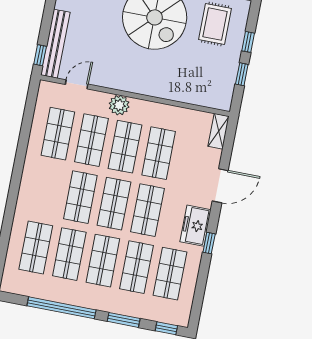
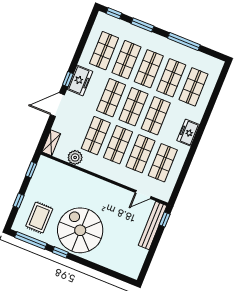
window: (242, 74) -> (31, 170), moved
plant: (119, 105) -> (75, 157), moved
freezer: (31, 182) -> (188, 133), added
window: (209, 243) -> (68, 79), moved
window: (61, 308) -> (184, 42), width x0.68

